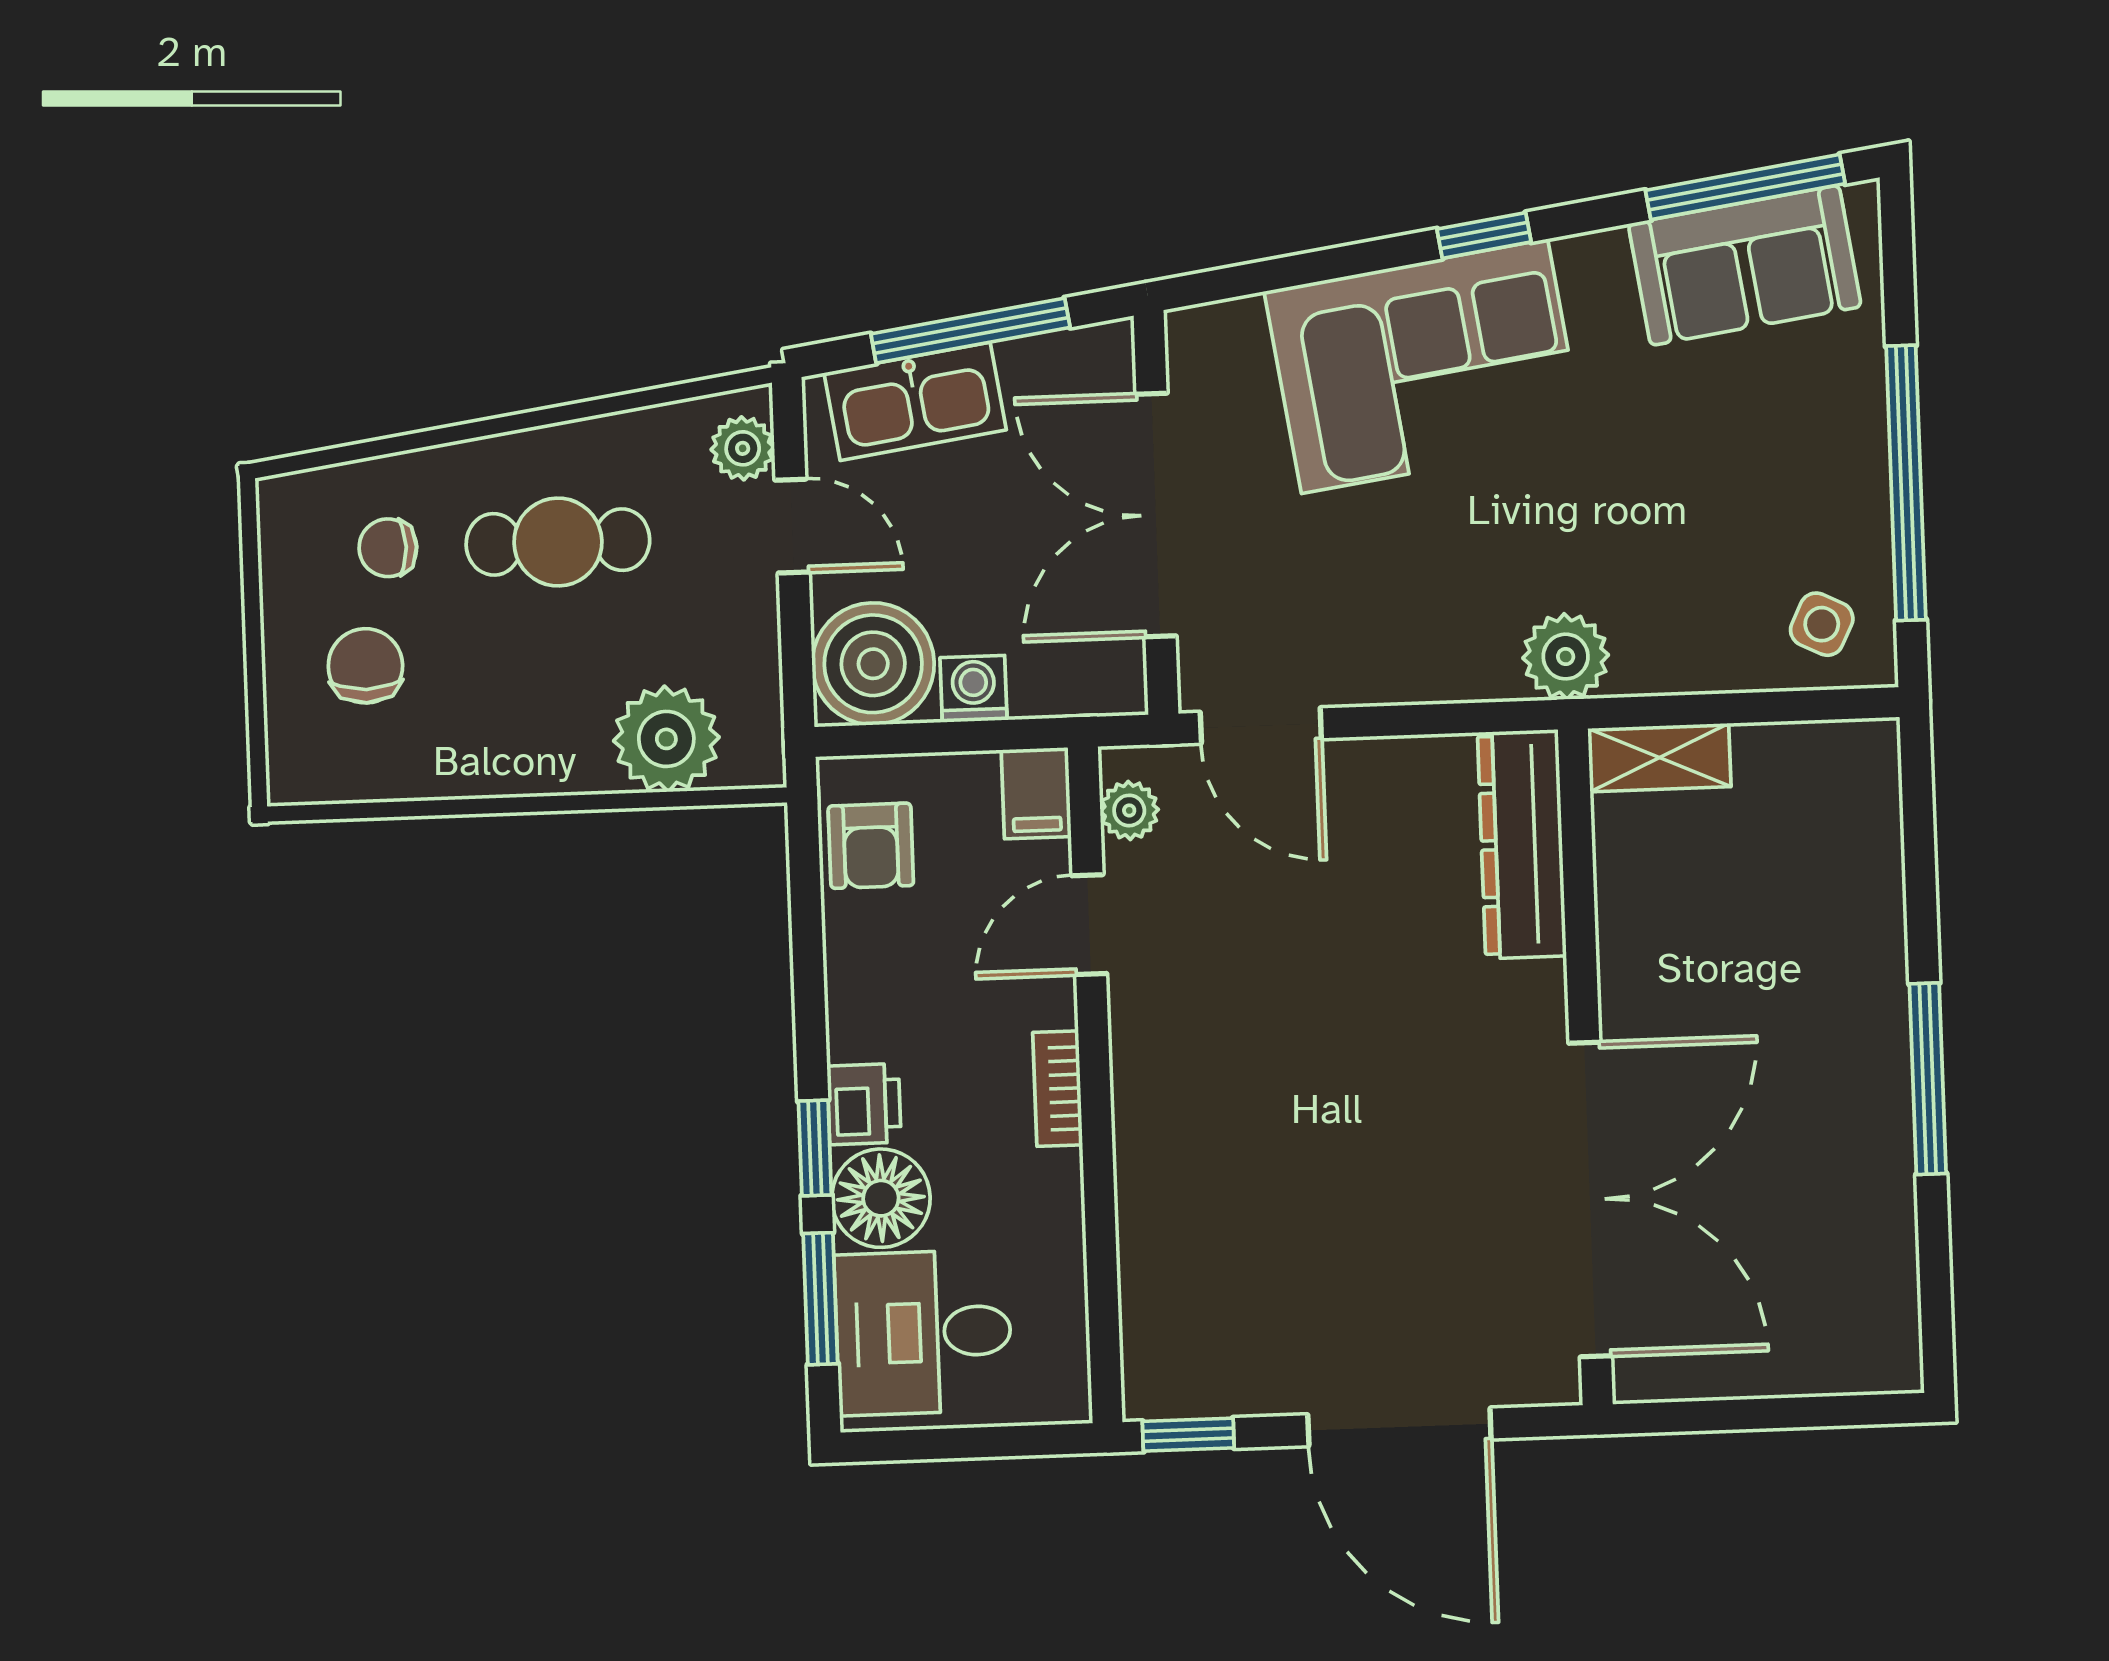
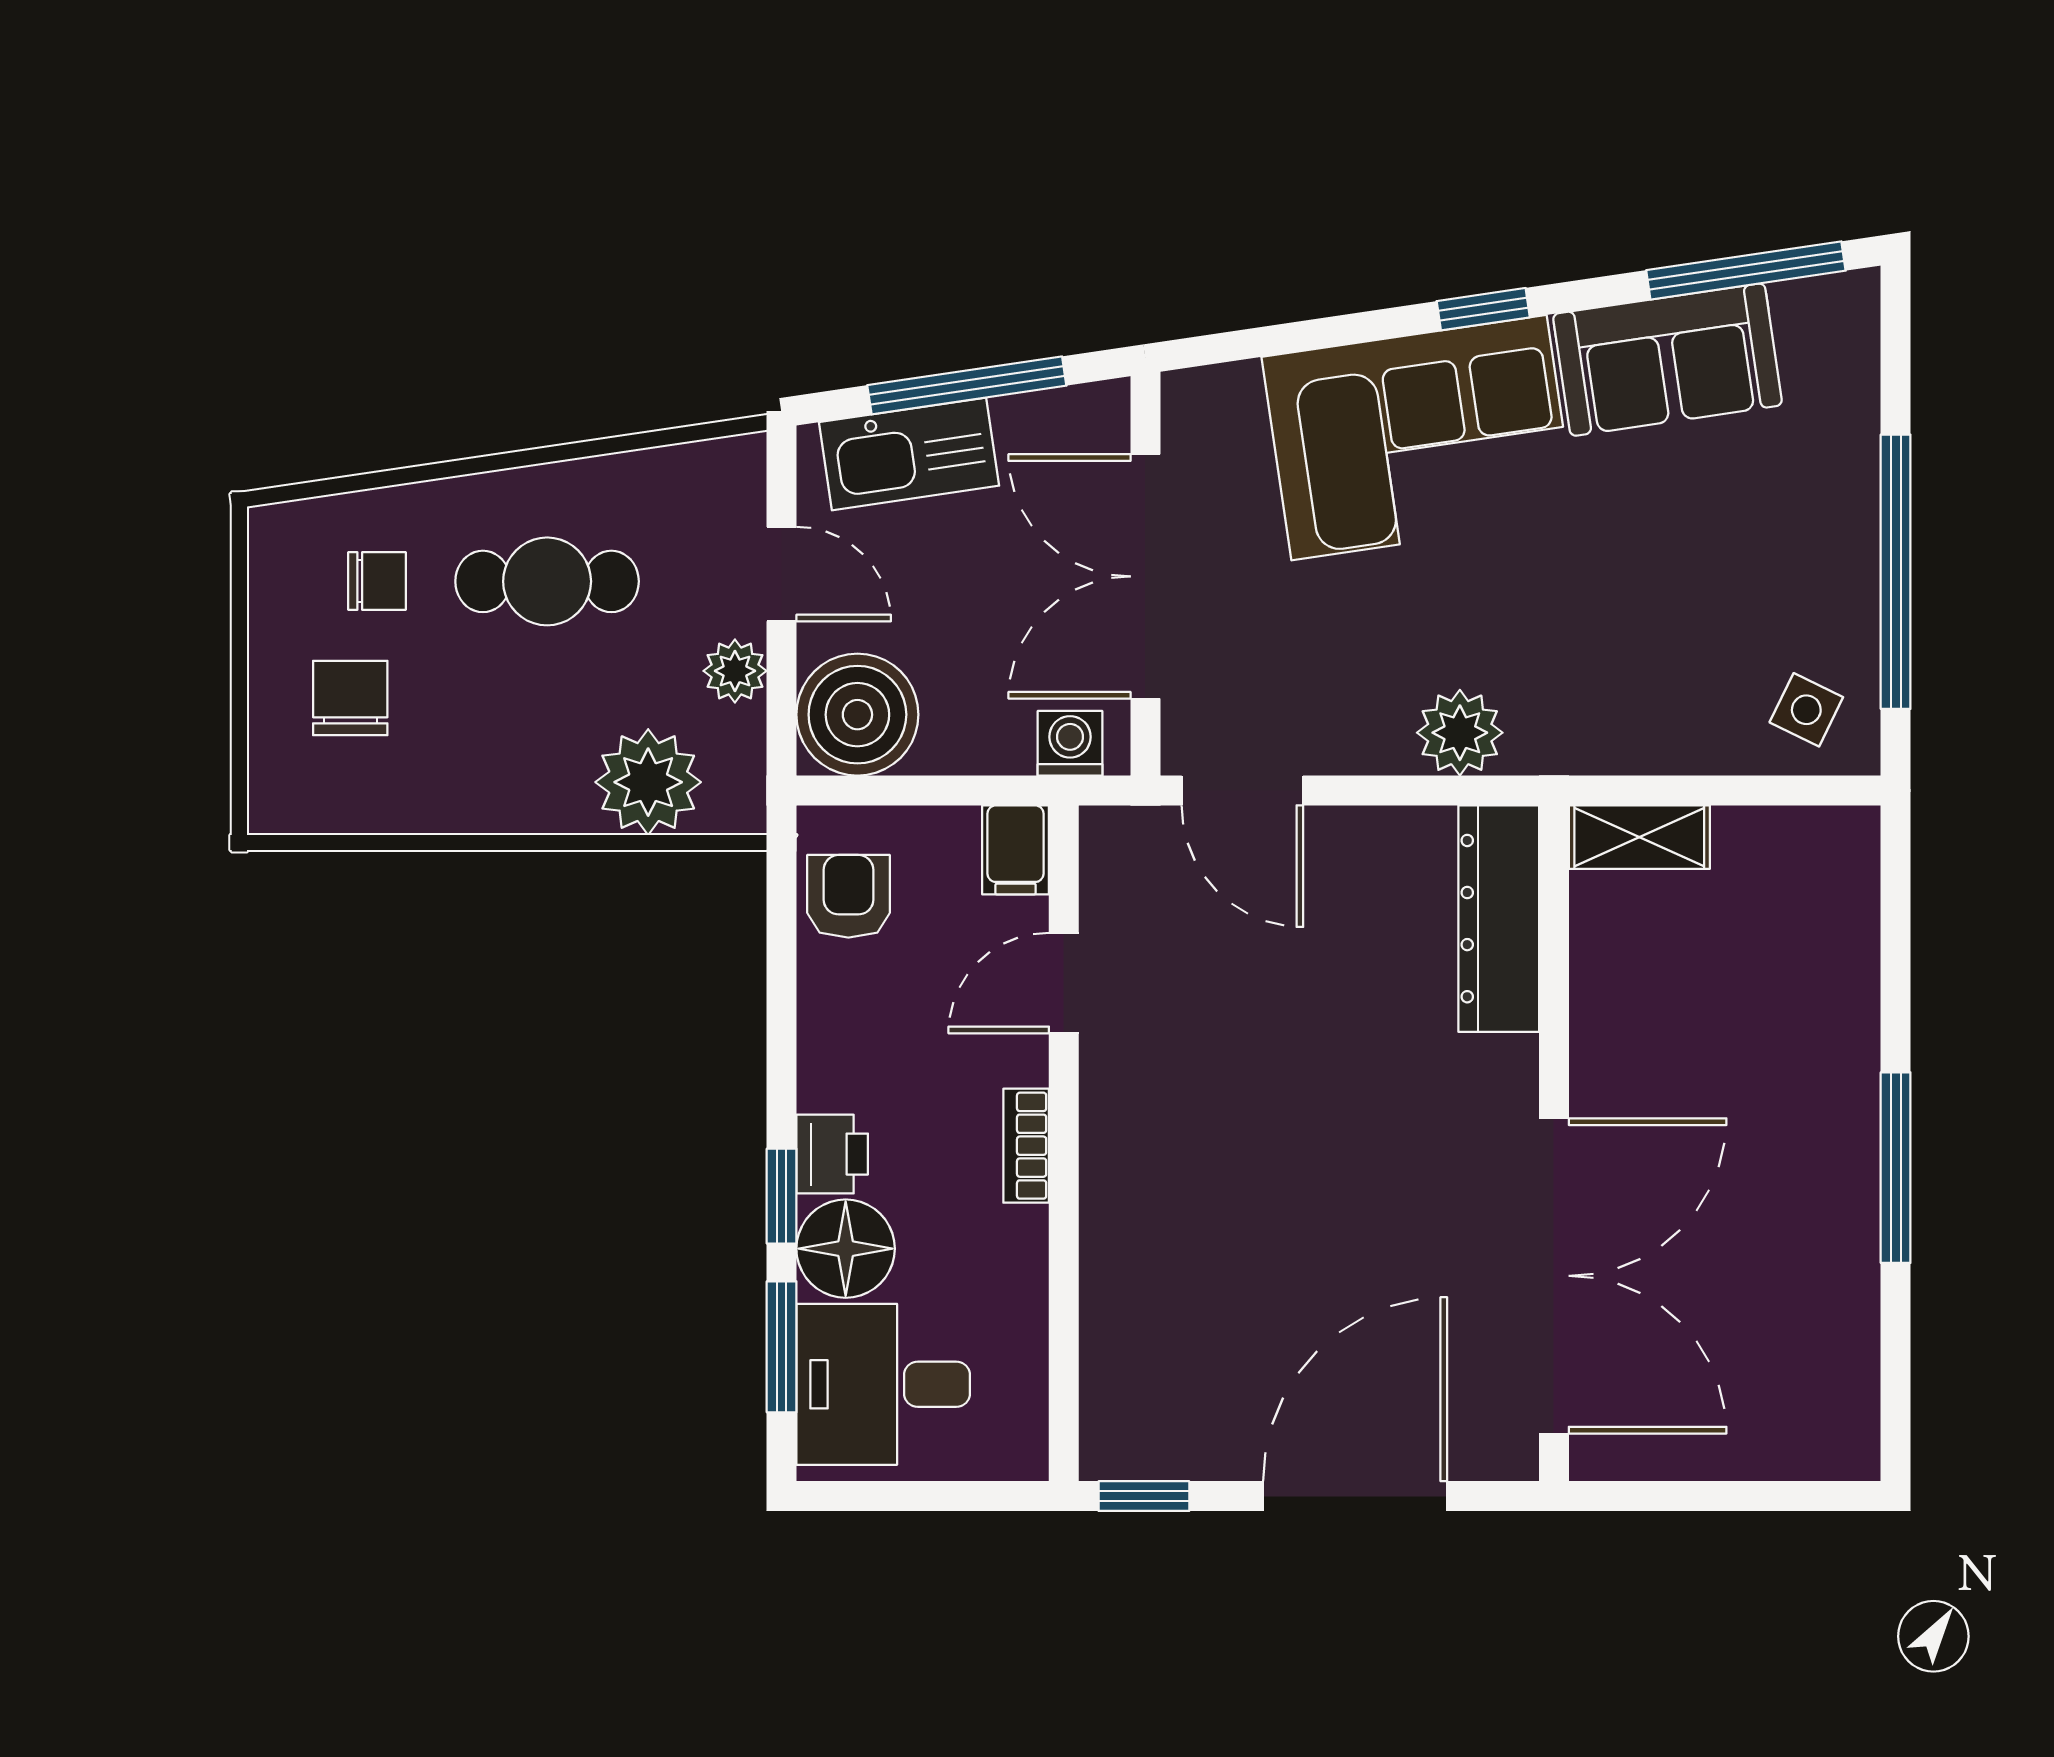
sofa: (1745, 265) -> (1668, 360), moved
plant: (743, 448) -> (735, 671), moved
chair: (388, 548) -> (377, 581), turned 180
plant: (1566, 657) -> (1460, 733), moved
washing machine: (973, 689) -> (1070, 743), moved
plant: (1129, 810) -> (1108, 870), removed
armchair: (871, 846) -> (848, 896), turned 180
door: (1399, 1427) -> (1355, 1496), swing flipped

